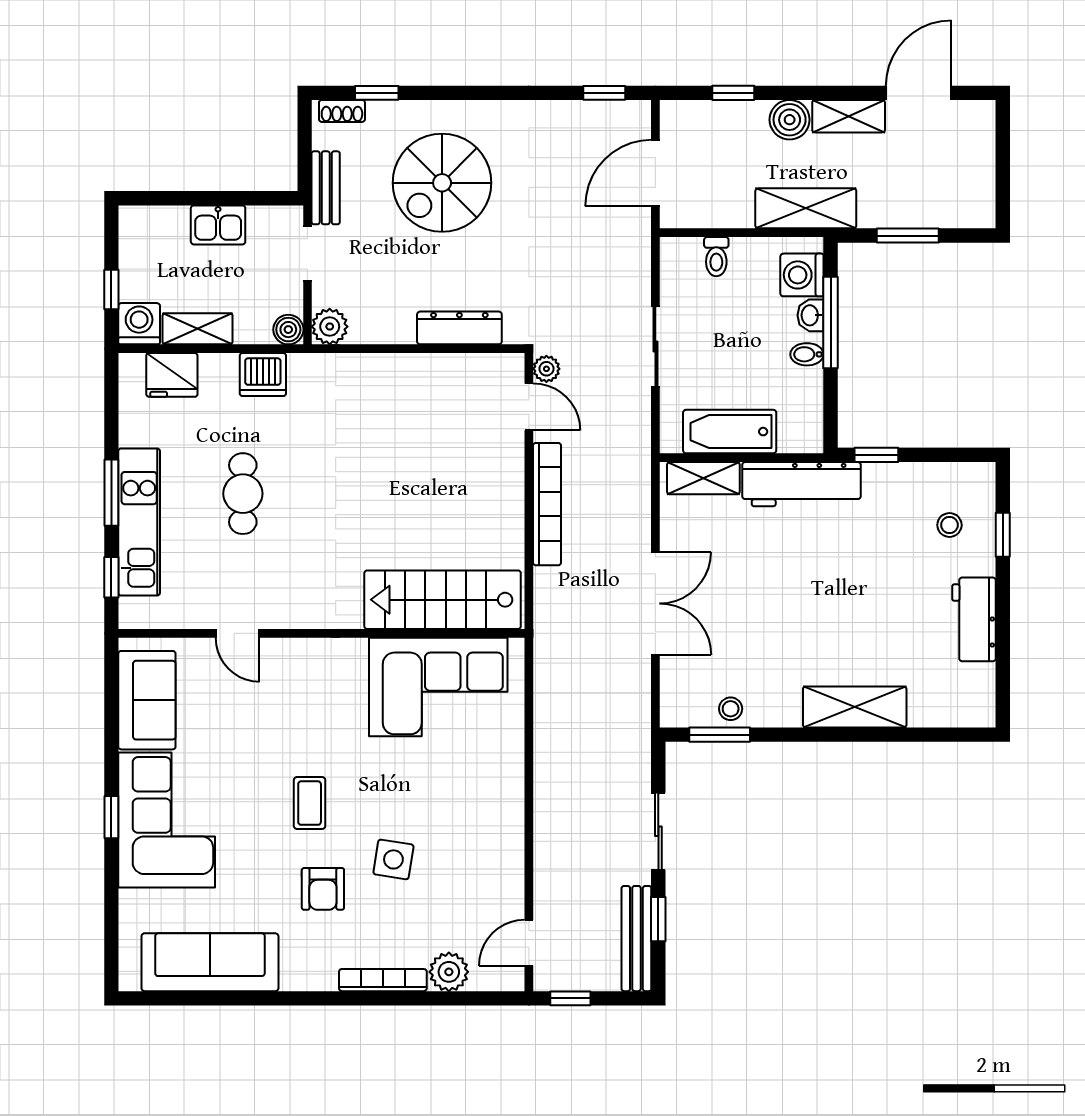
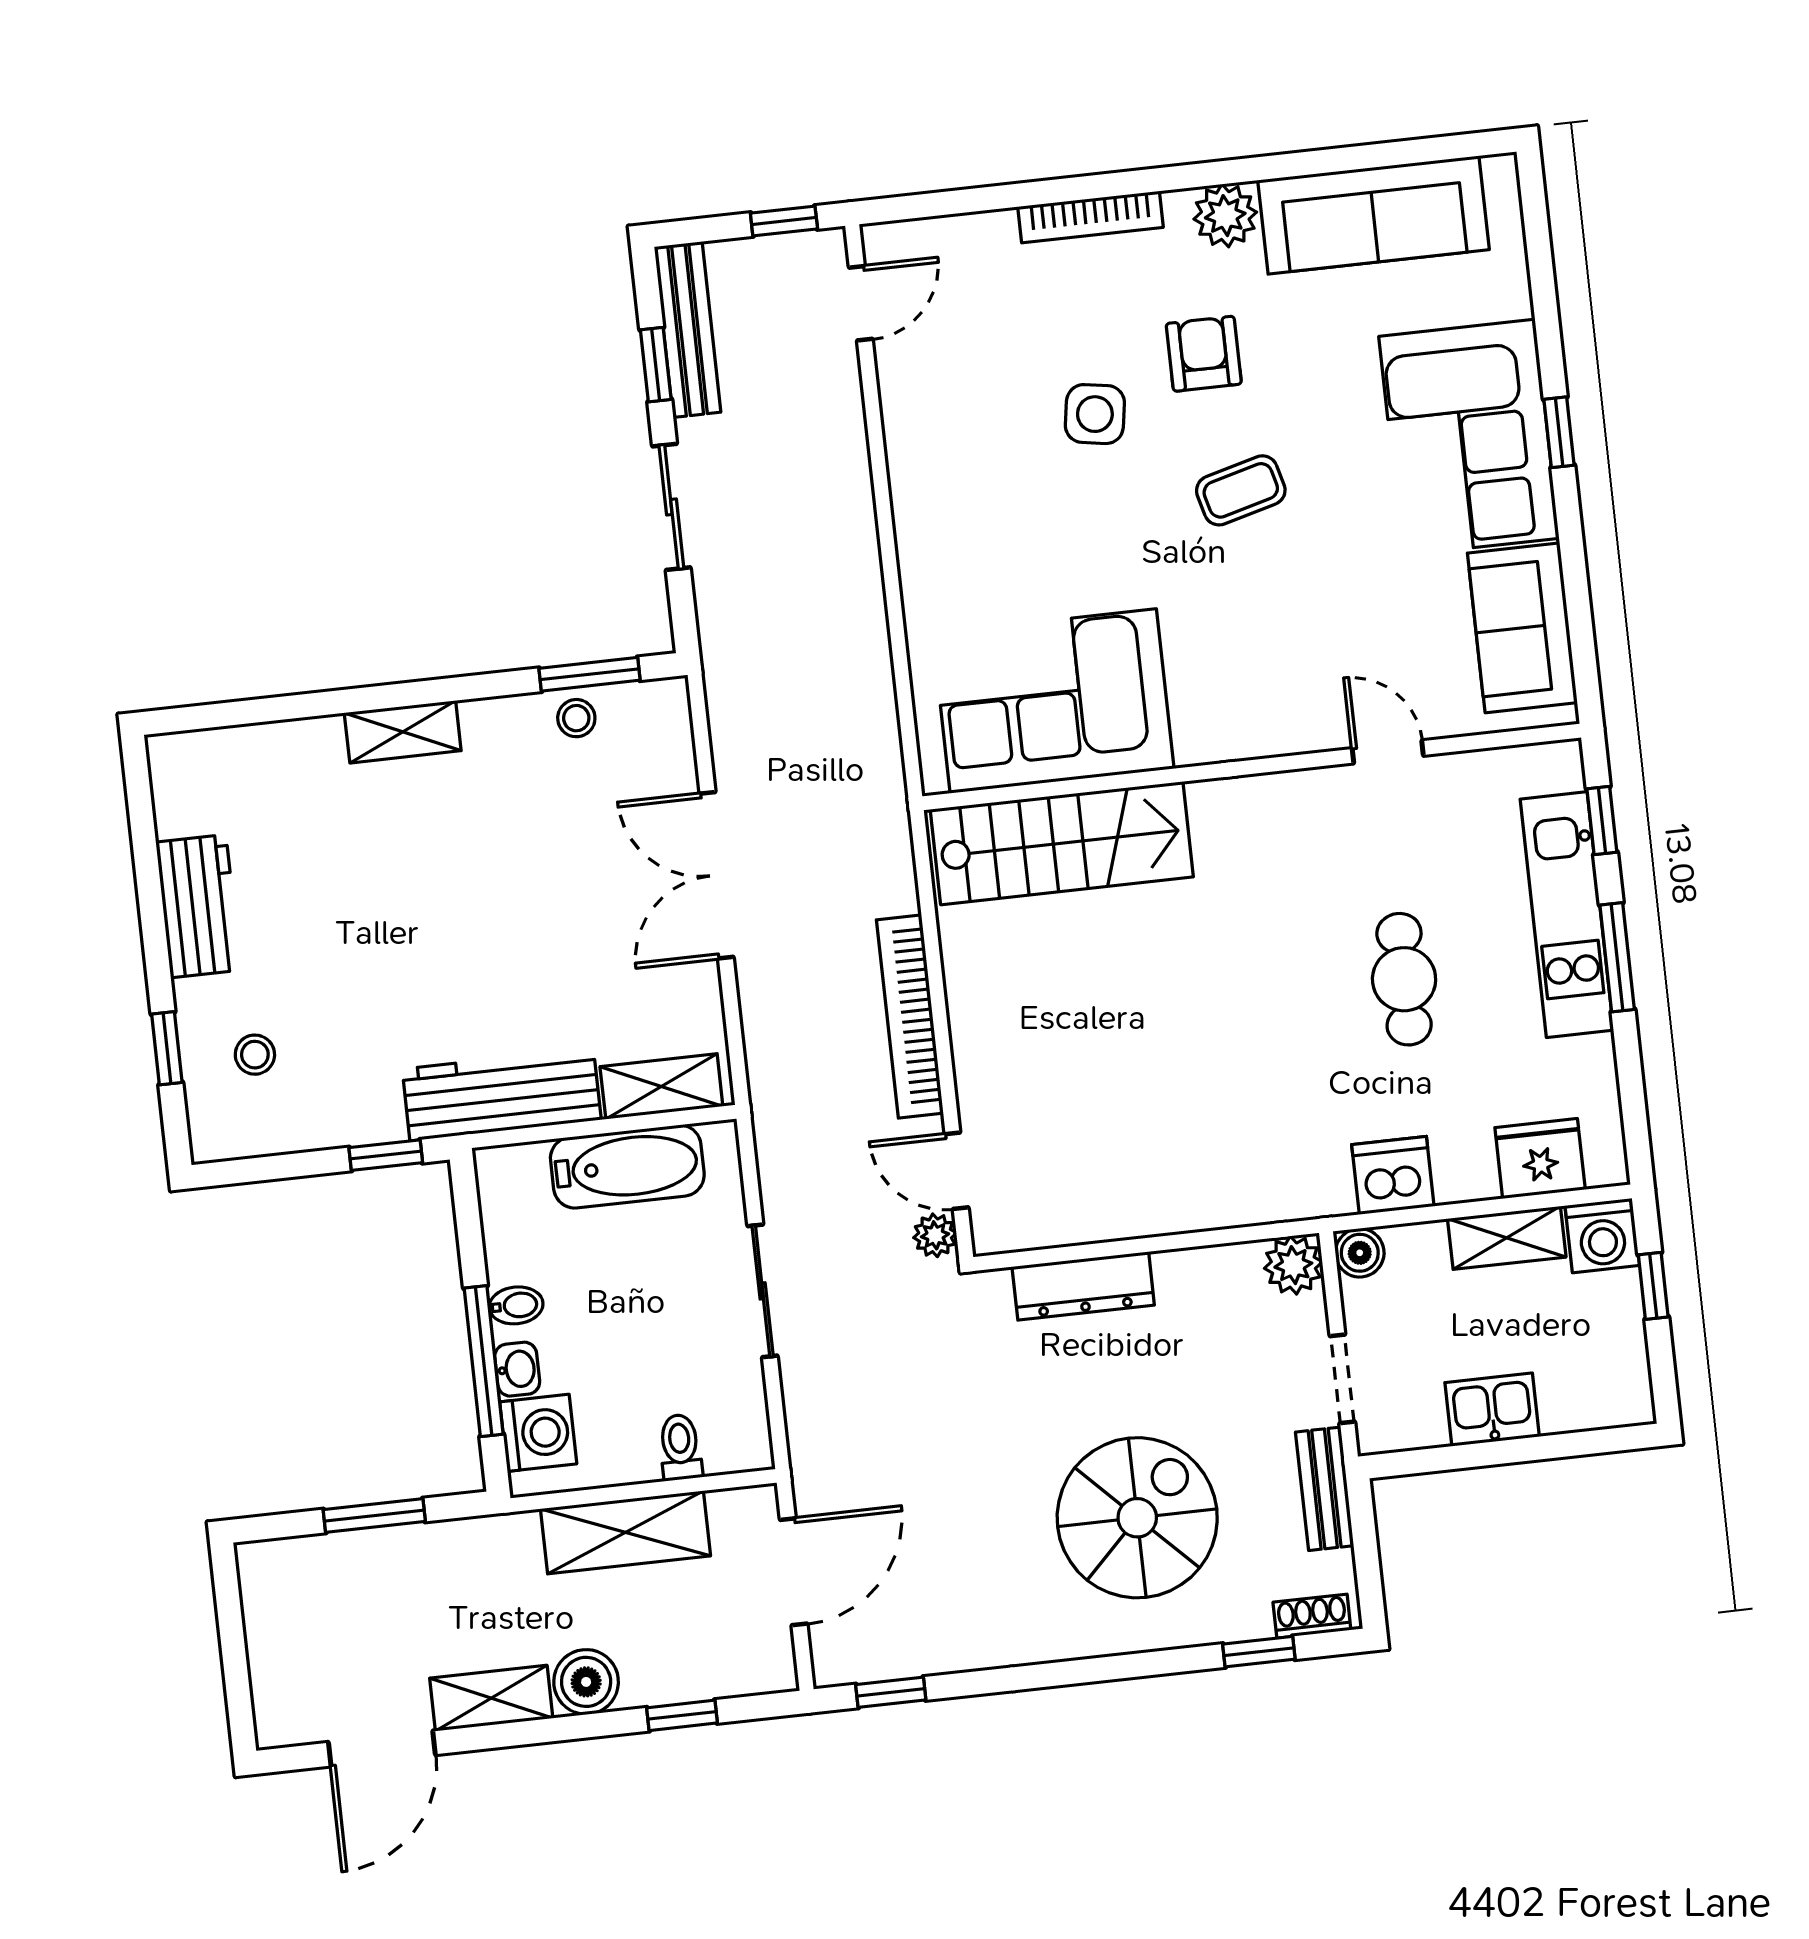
shelving: (806, 208) -> (626, 1532), moved
shelving: (855, 707) -> (403, 732), width x0.67, depth x0.75
coffee table: (310, 803) -> (1241, 490), turned 75
plant: (449, 972) -> (1225, 216), moved

